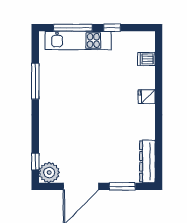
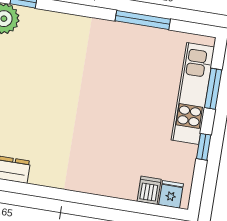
window: (73, 28) -> (213, 89), width x0.69
fridge: (147, 97) -> (171, 194), moved

